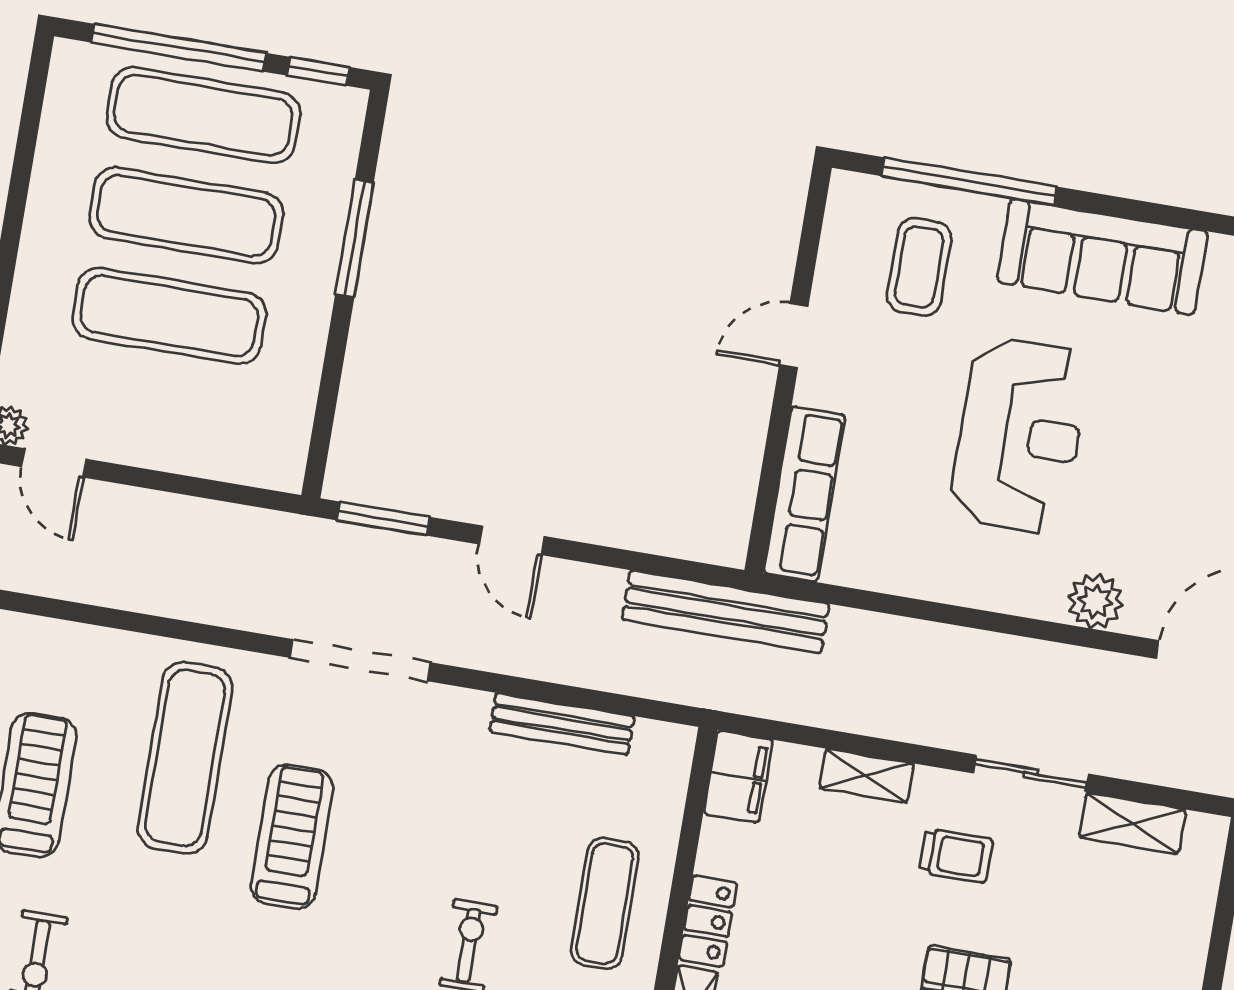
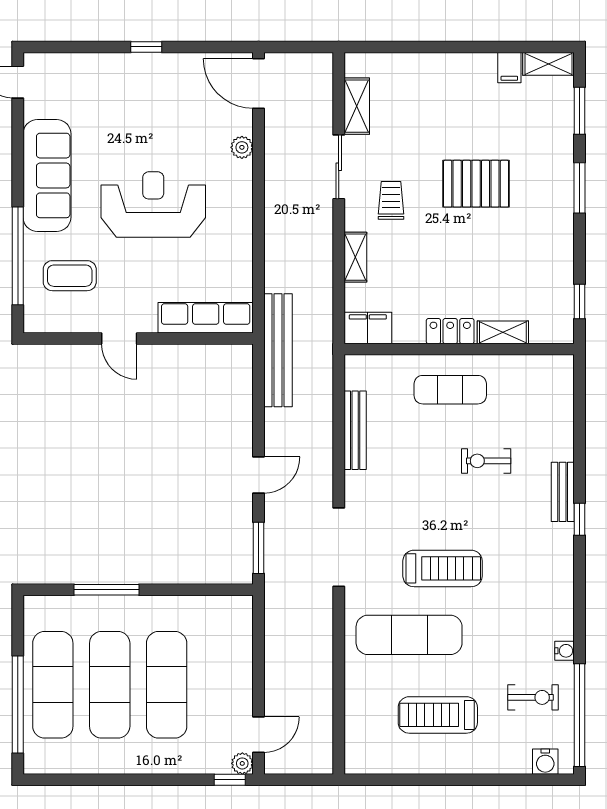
window: (318, 71) -> (18, 625), removed
plant: (1095, 601) -> (242, 147), width x0.73, depth x0.73
treadmill: (292, 837) -> (443, 568), turned 180

